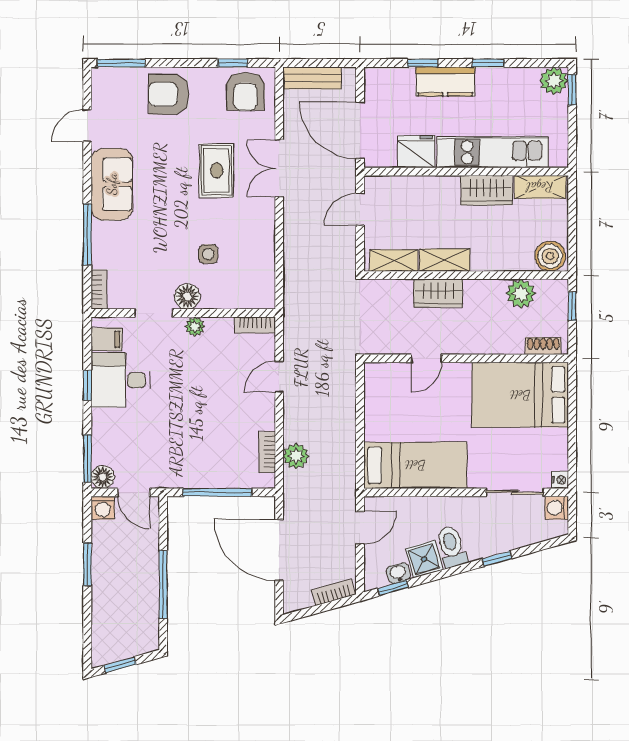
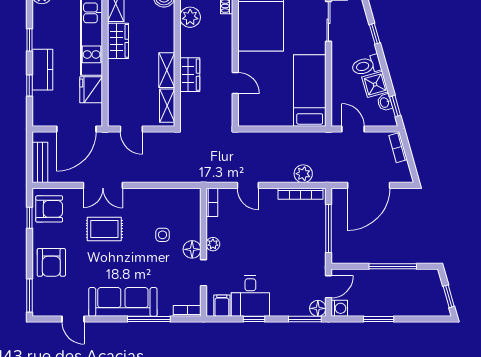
sofa: (112, 184) -> (123, 302), width x1.36
bookcase: (267, 452) -> (301, 194), width x1.56

